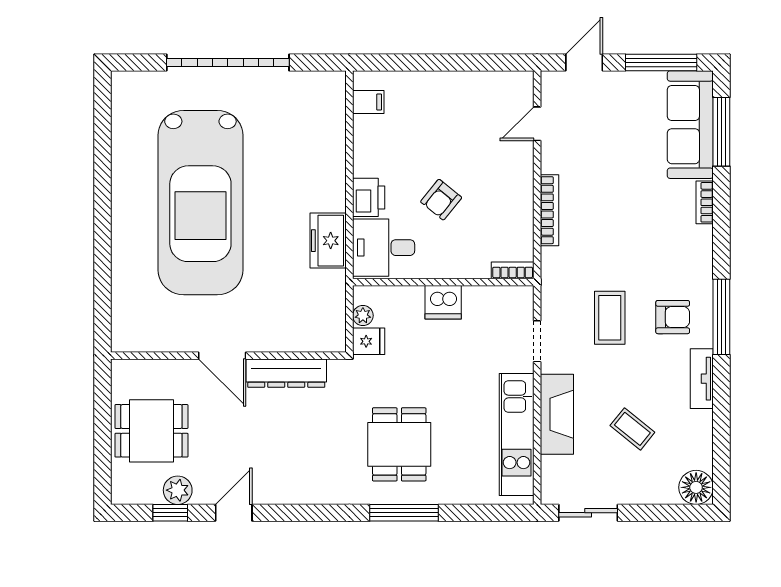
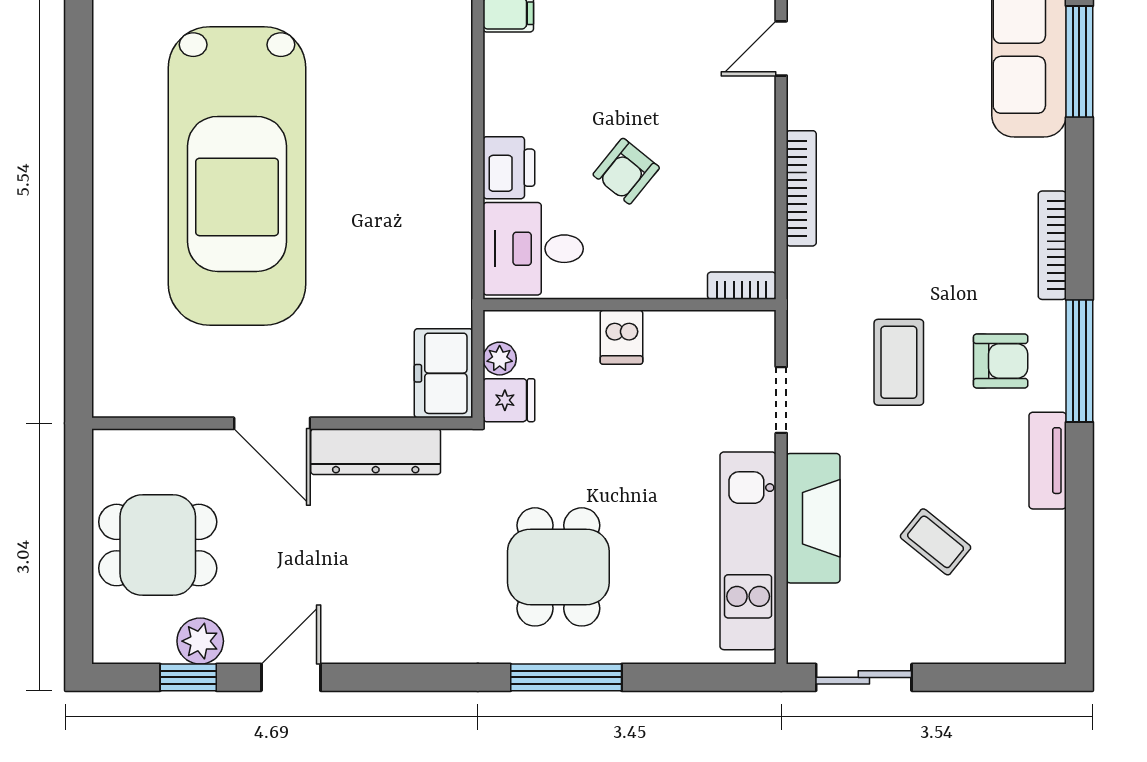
bookcase: (705, 202) -> (1052, 245), moved, width x1.56
freezer: (328, 241) -> (444, 373), moved
dishwasher: (443, 302) -> (621, 337), width x0.73
floor lamp: (696, 487) -> (1038, 636), removed

